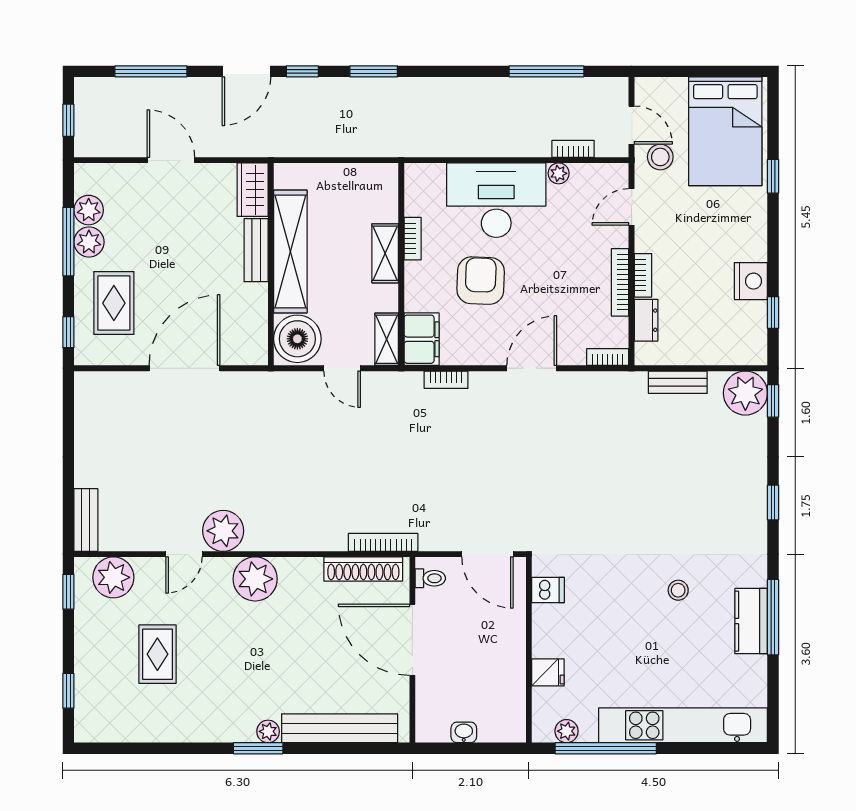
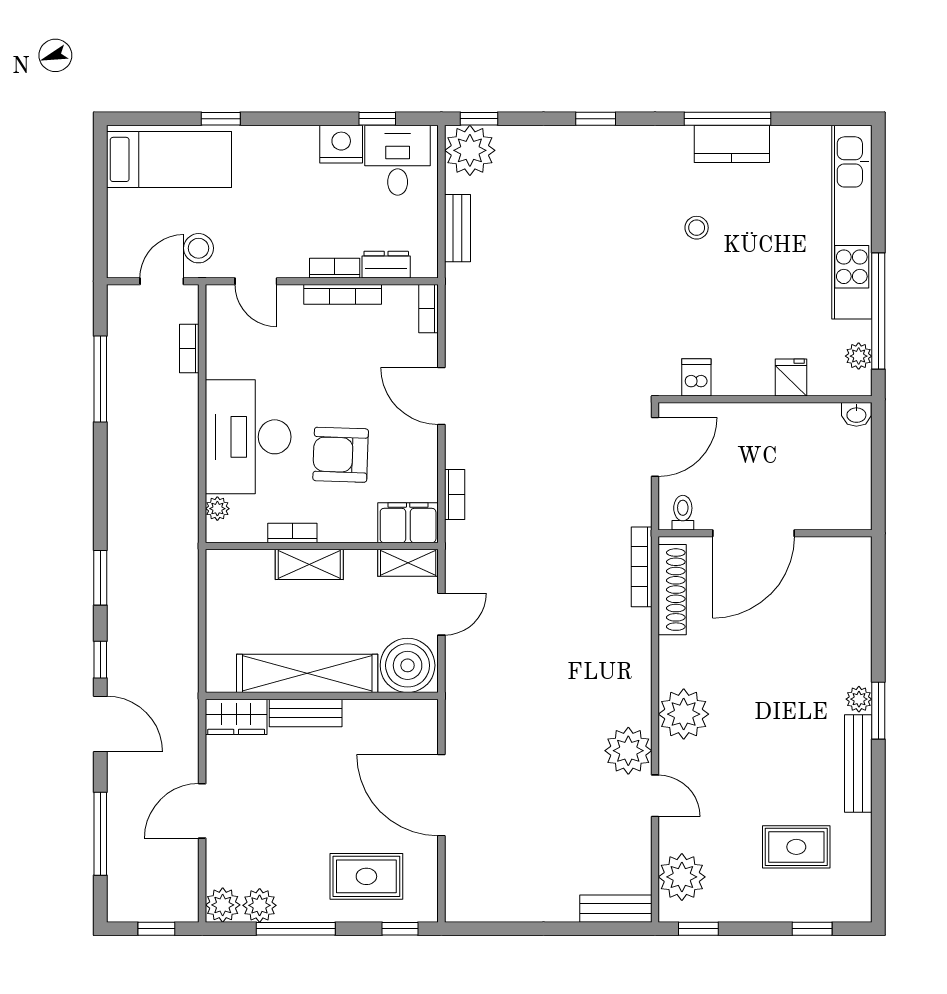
bed: (725, 131) -> (169, 159), width x0.67
plant: (559, 173) -> (217, 509), moved
plant: (89, 242) -> (223, 905), moved
desk: (737, 330) -> (398, 160), added
rug: (157, 654) -> (796, 847), moved
bench: (340, 728) -> (858, 763), moved, width x0.73, depth x0.82
washbasin: (464, 732) -> (856, 414), moved, turned -90

